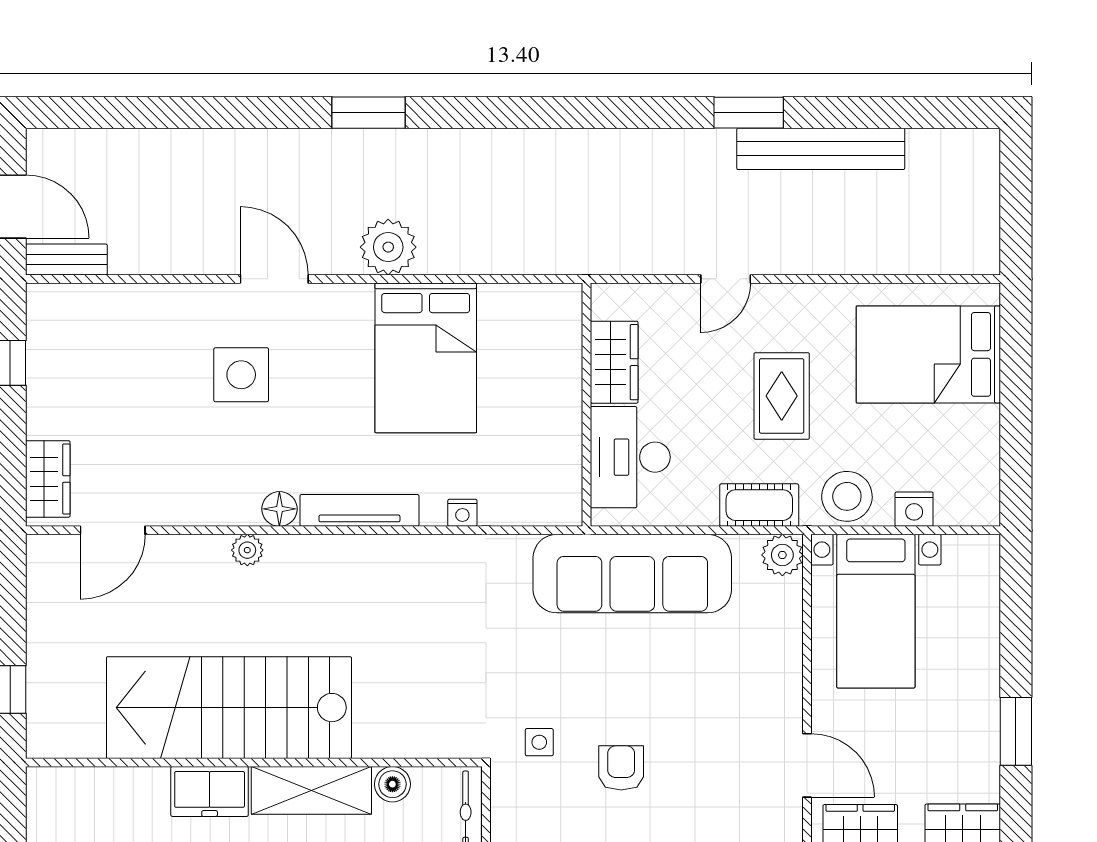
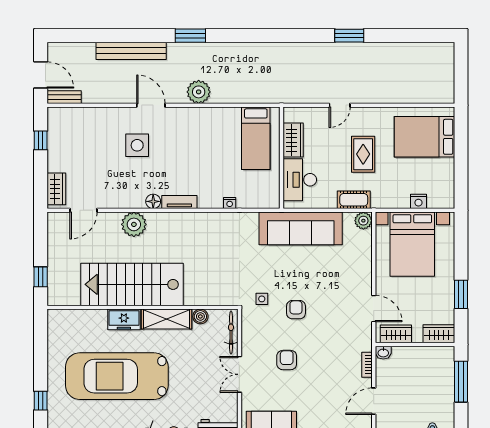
bench: (821, 149) -> (131, 51), moved
bed: (426, 358) -> (256, 138), moved, width x0.67
stool: (847, 496) -> (390, 196), removed
tv unit: (359, 510) -> (179, 202), width x0.71
plant: (247, 550) -> (134, 224), width x1.87, depth x1.87
bed with nightstands: (876, 611) -> (412, 244), width x1.36

